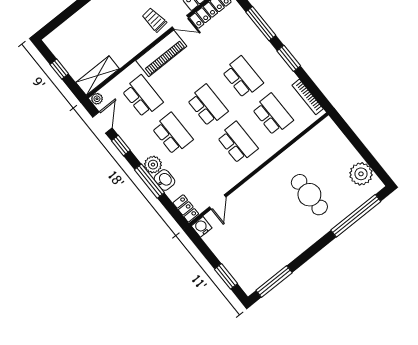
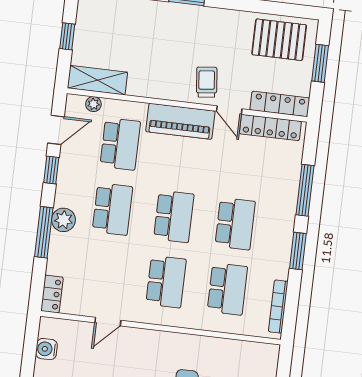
plant: (97, 99) -> (93, 104), moved
washbasin: (165, 180) -> (59, 246), removed
door: (218, 202) -> (108, 322), moved
water cooler: (202, 227) -> (46, 349), moved, turned -90

